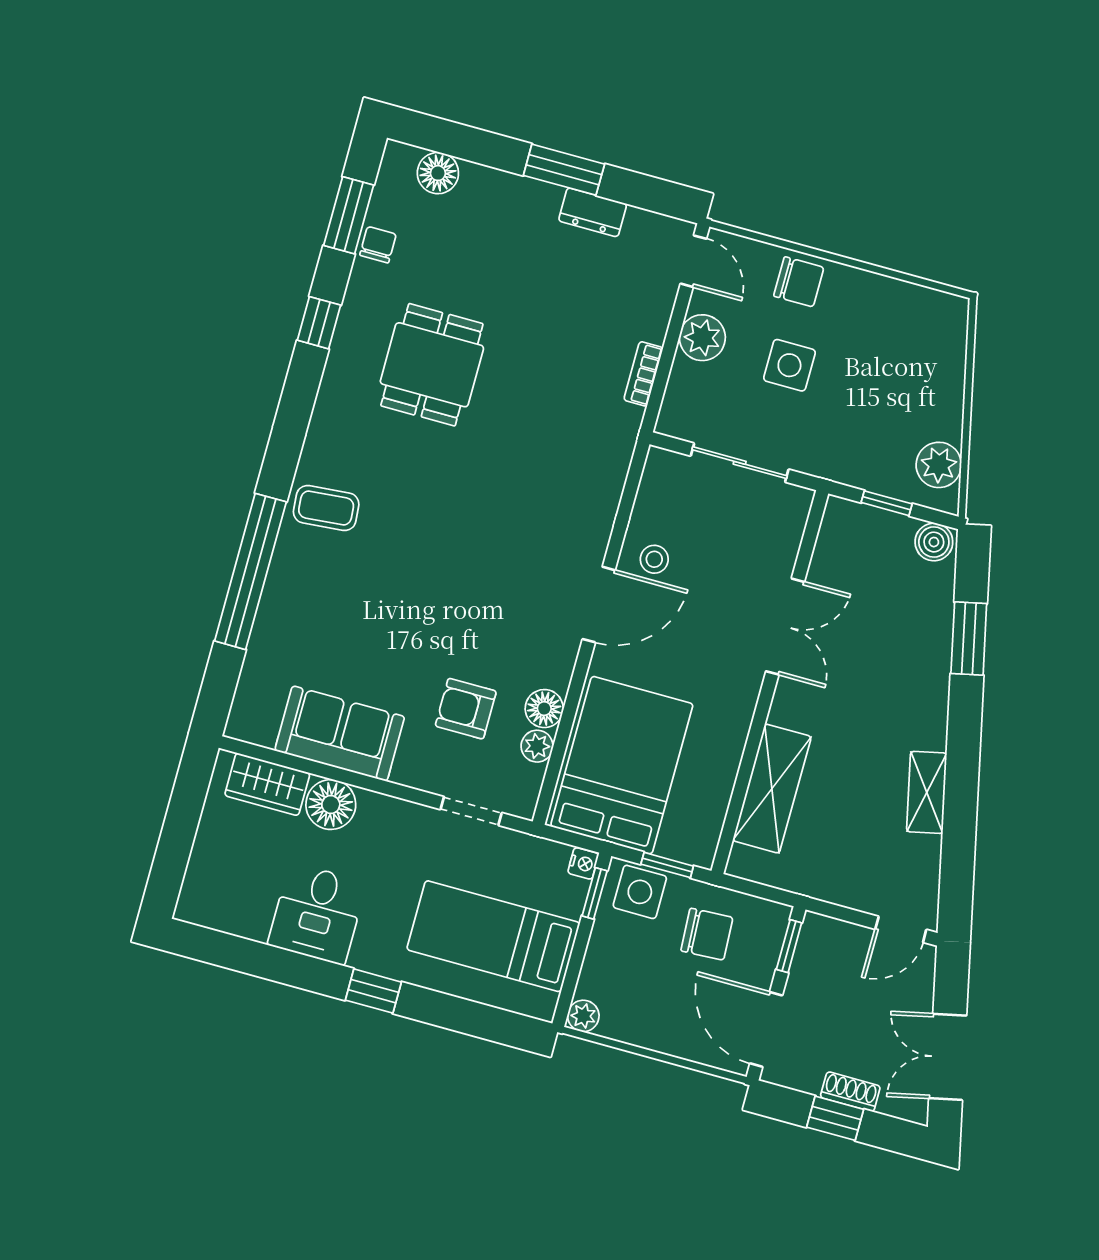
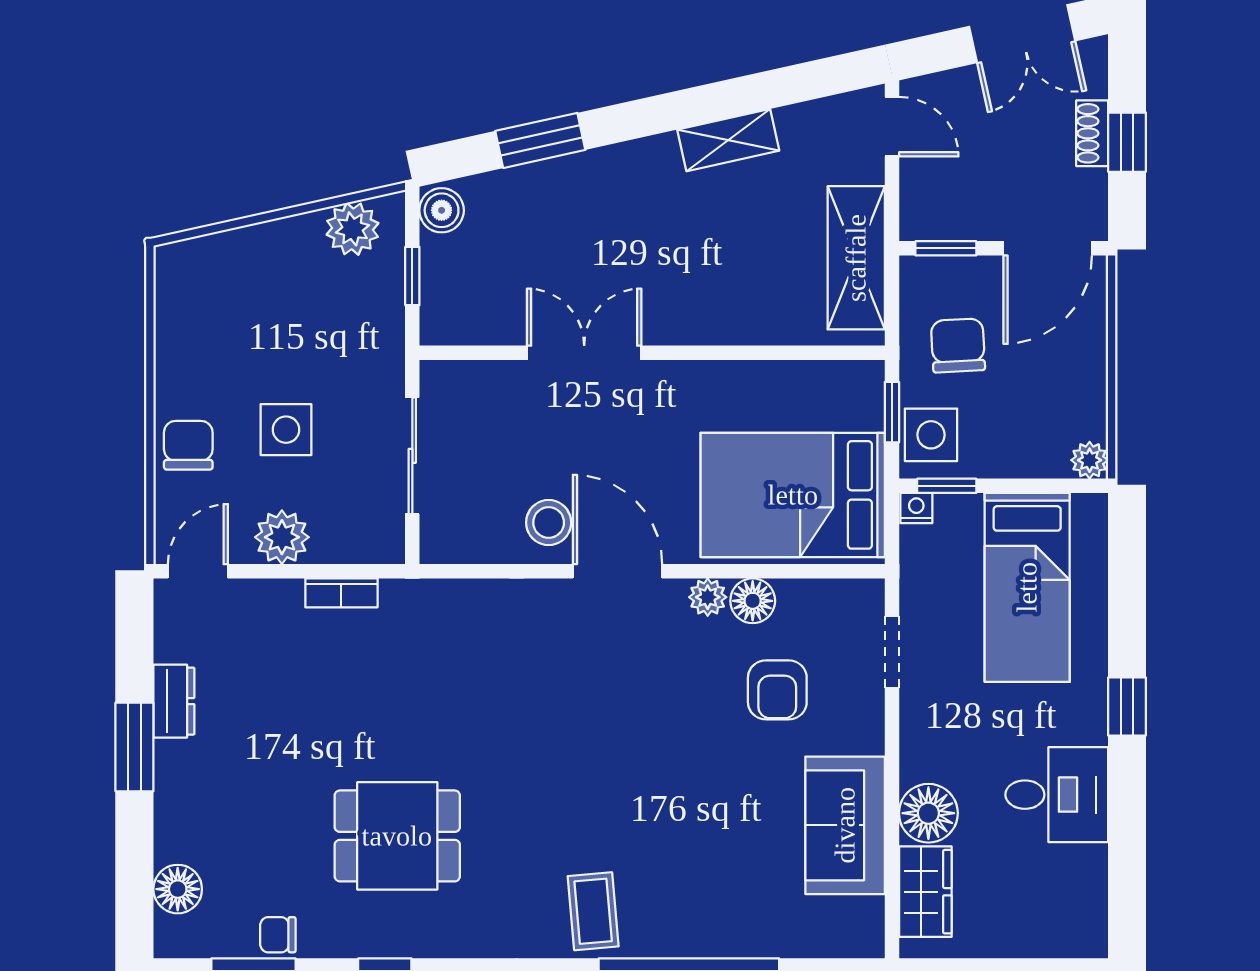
stool: (654, 559) -> (549, 523), width x1.37, depth x1.37
plant: (537, 746) -> (708, 597), moved
shelving: (772, 789) -> (856, 258), moved, turned 90

